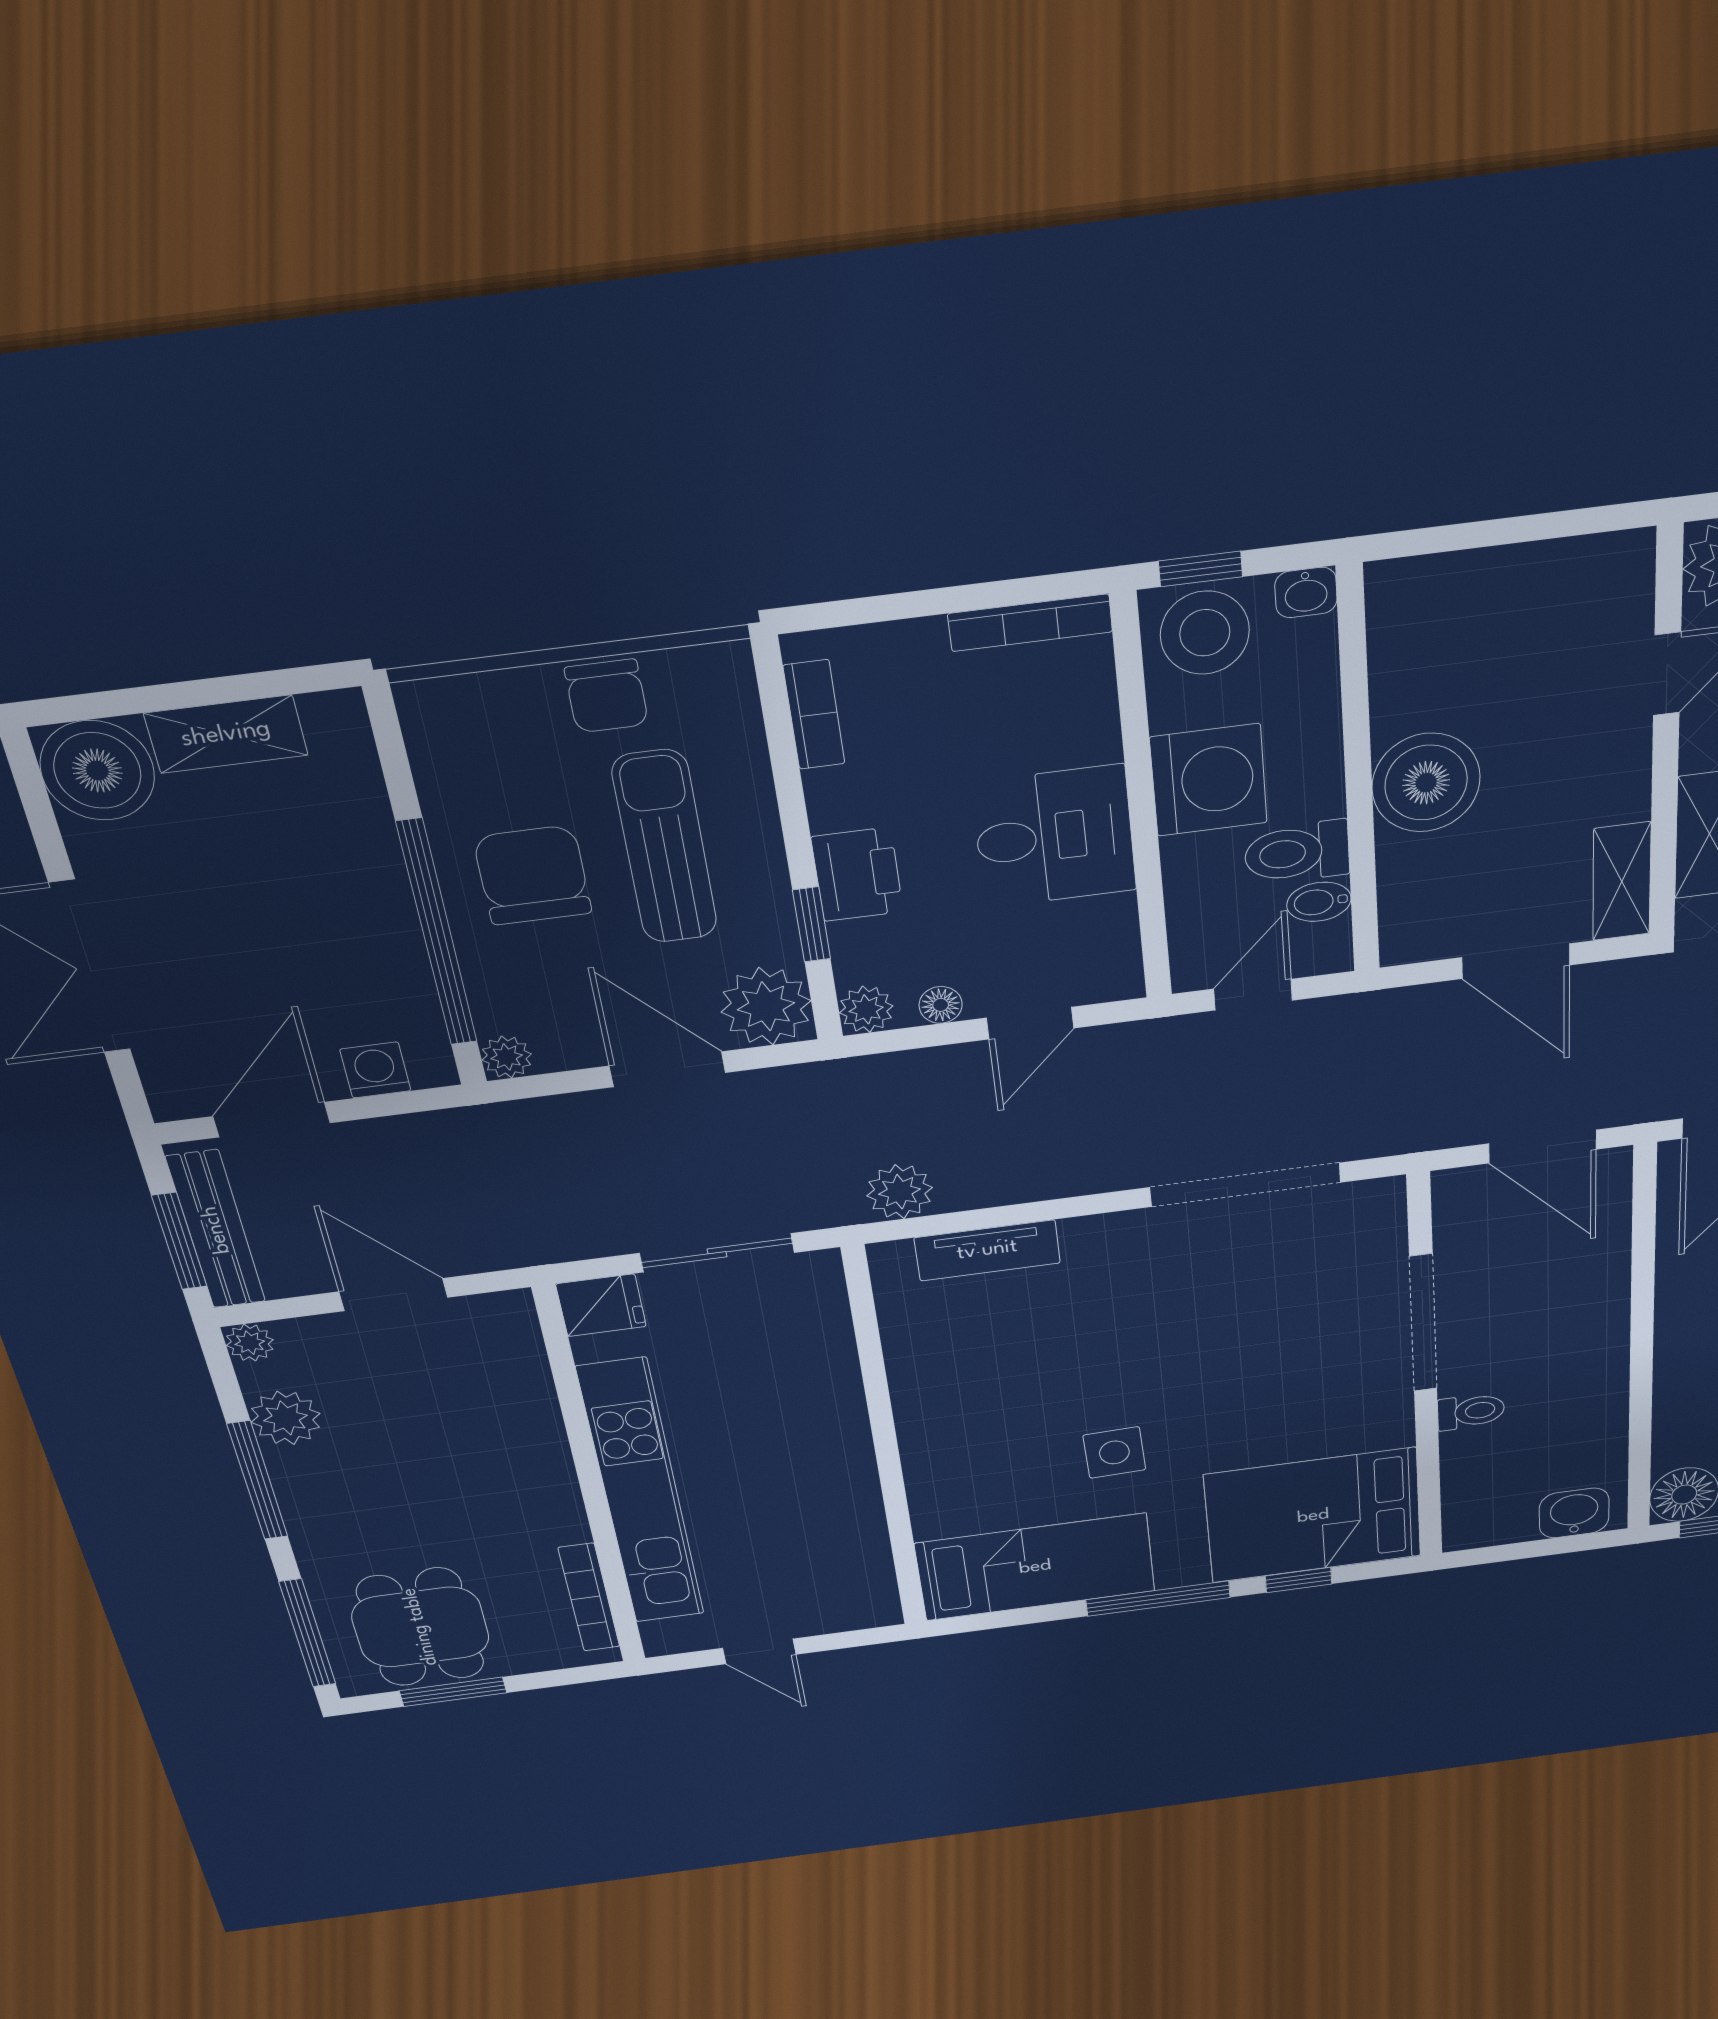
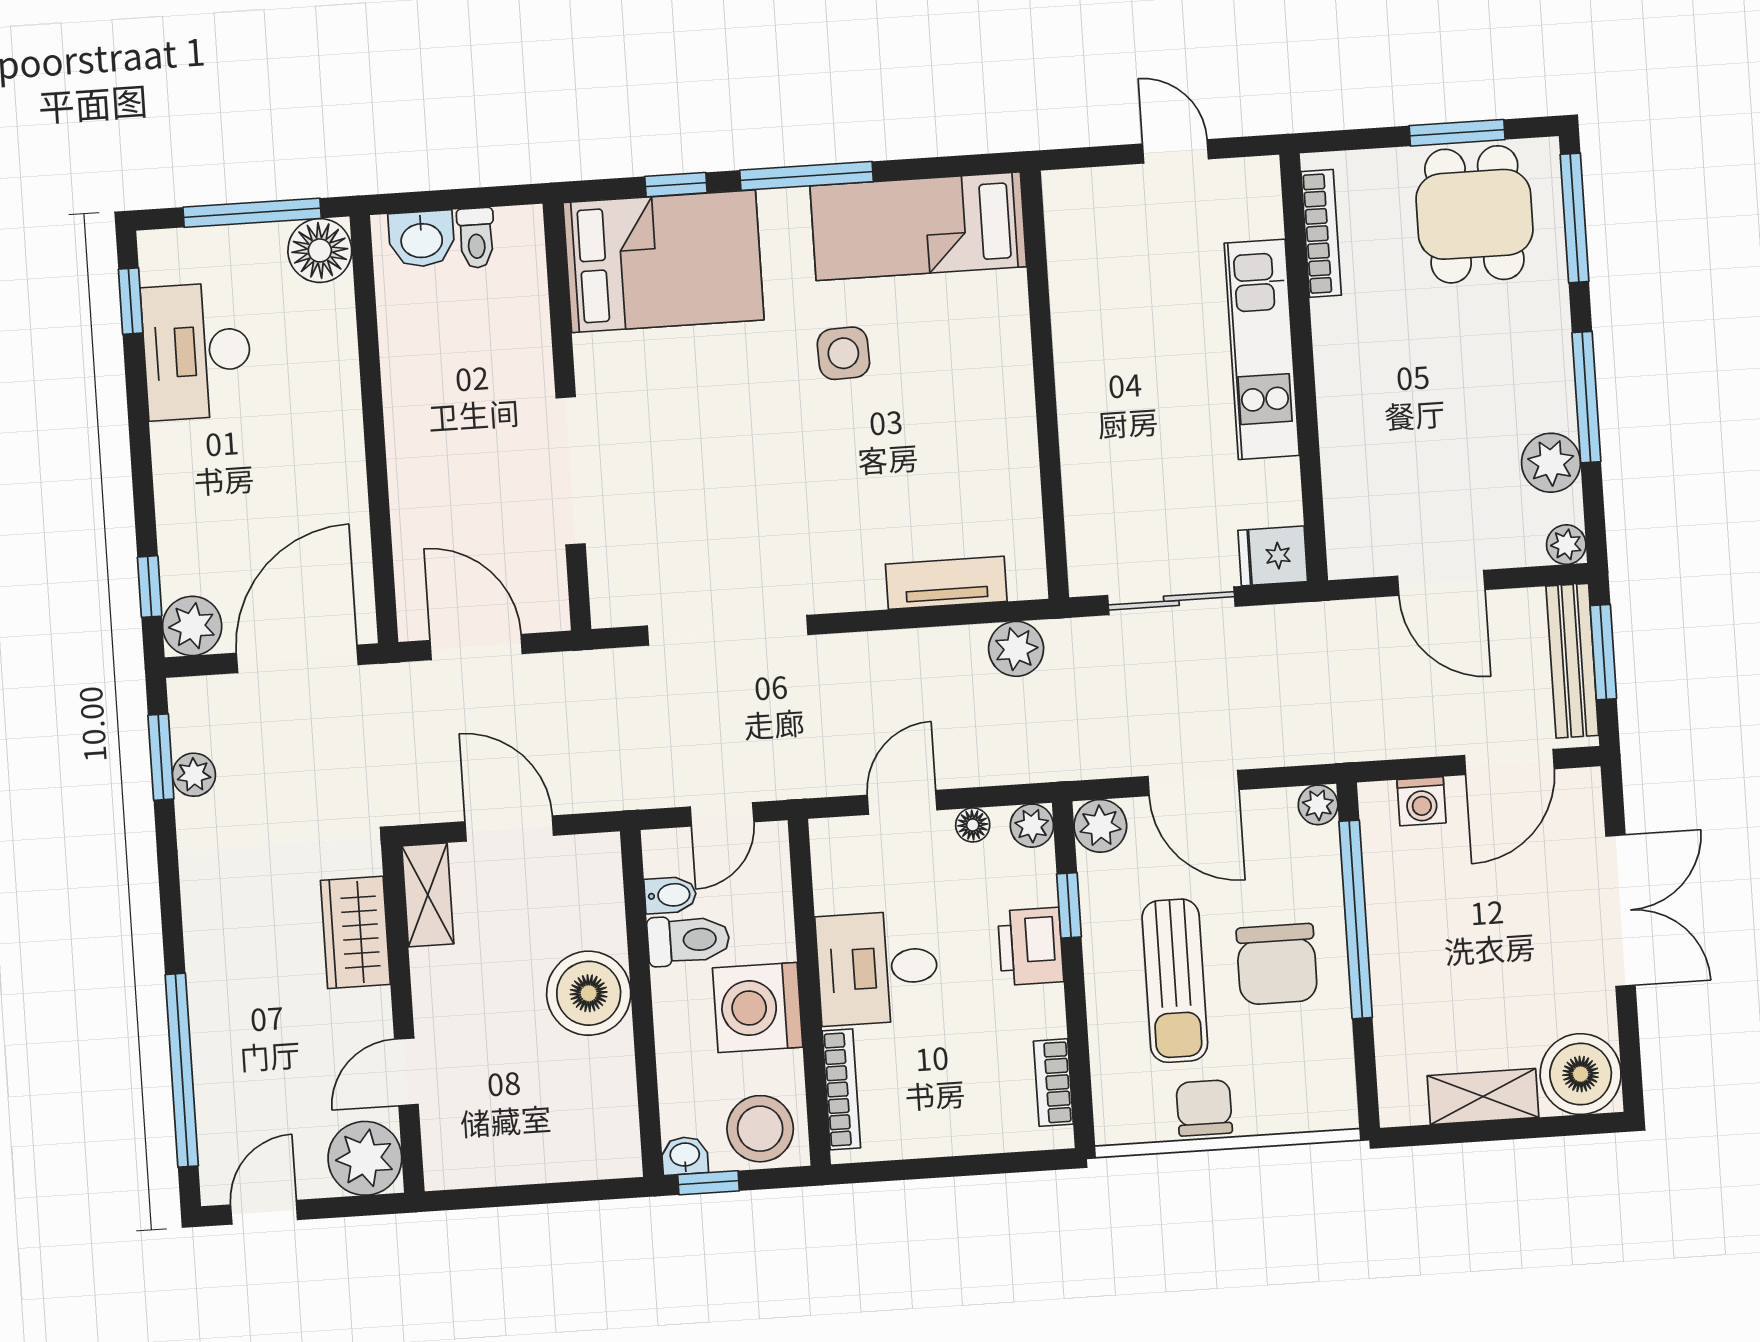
window: (1201, 569) -> (709, 1183), moved
bookcase: (1030, 623) -> (841, 1089), moved, turned 90
plant: (766, 1006) -> (1100, 826), width x0.73, depth x0.73
toilet: (1471, 1411) -> (476, 238), moved, turned -90
kitchen unit: (641, 1493) -> (1262, 349), width x0.73

